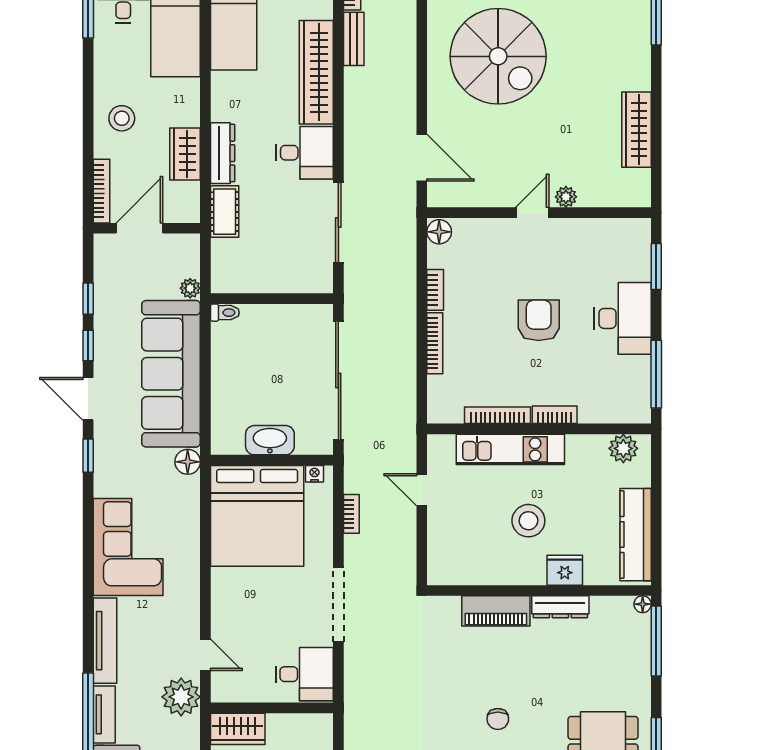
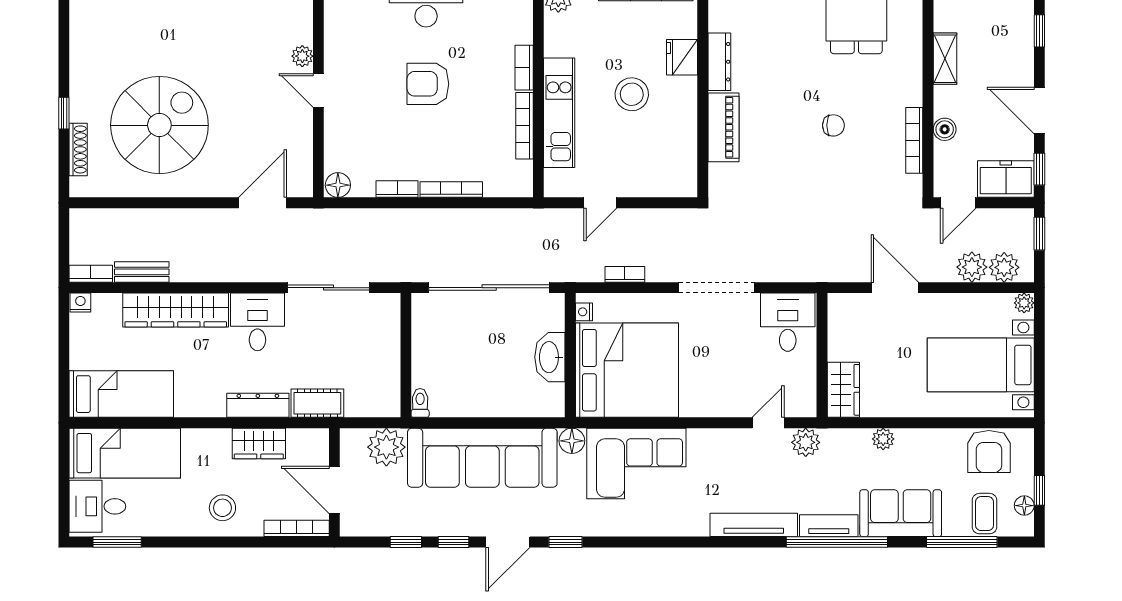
plant: (190, 288) -> (386, 447), width x1.87, depth x1.87
corner sofa: (128, 547) -> (636, 463), moved, turned 180
plant: (181, 697) -> (806, 442), width x0.73, depth x0.73

